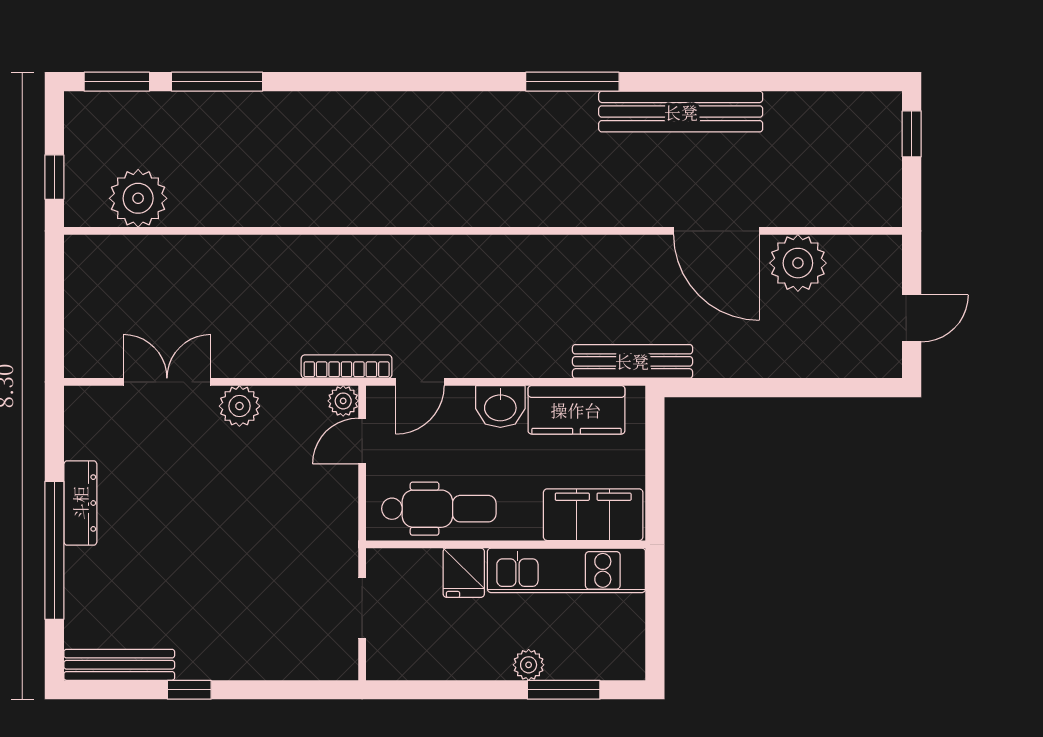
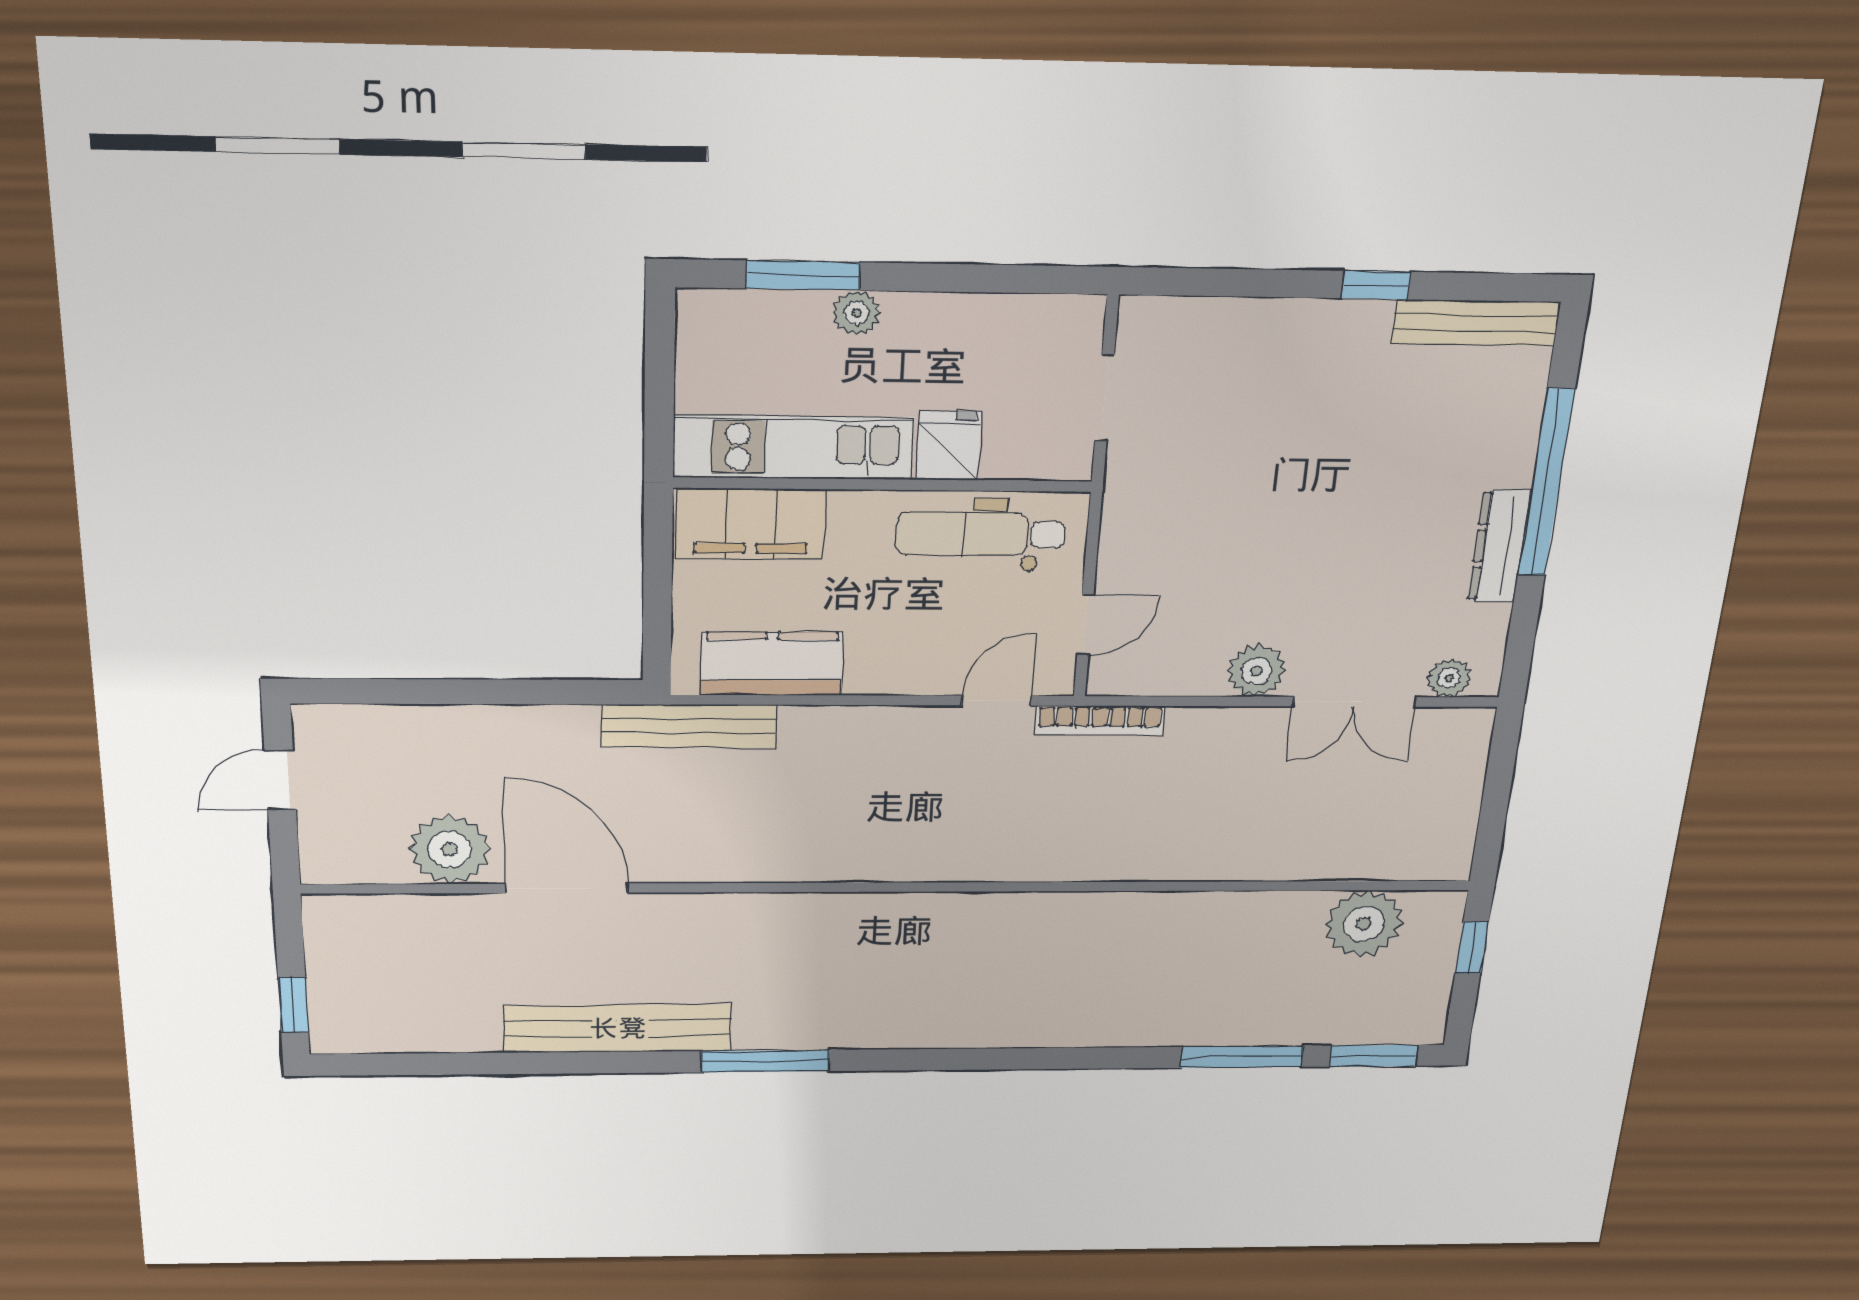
plant: (343, 401) -> (1449, 678), moved
washbasin: (500, 407) -> (883, 669), removed

